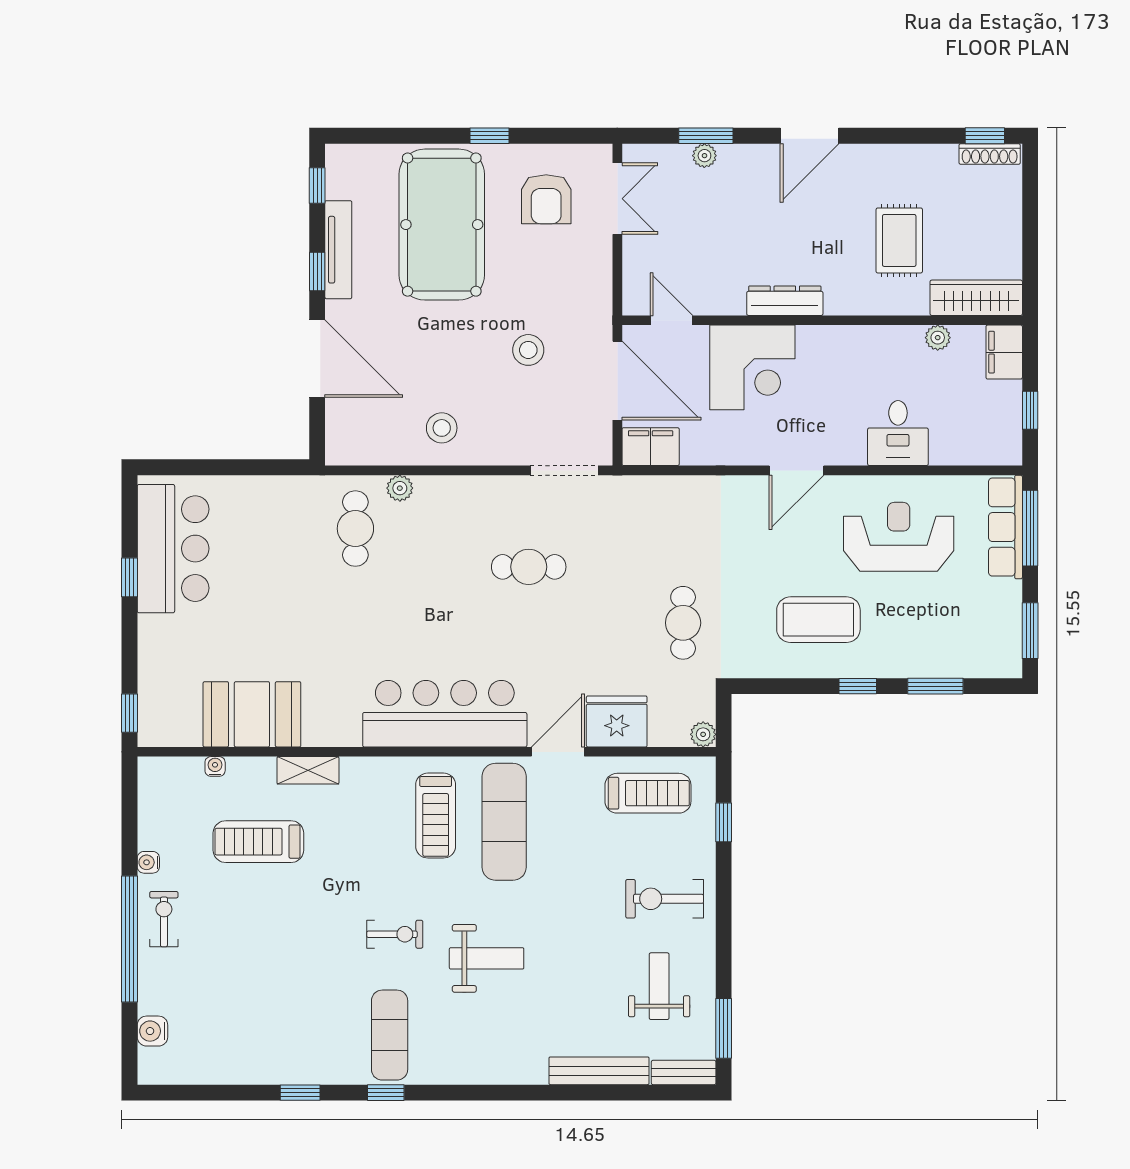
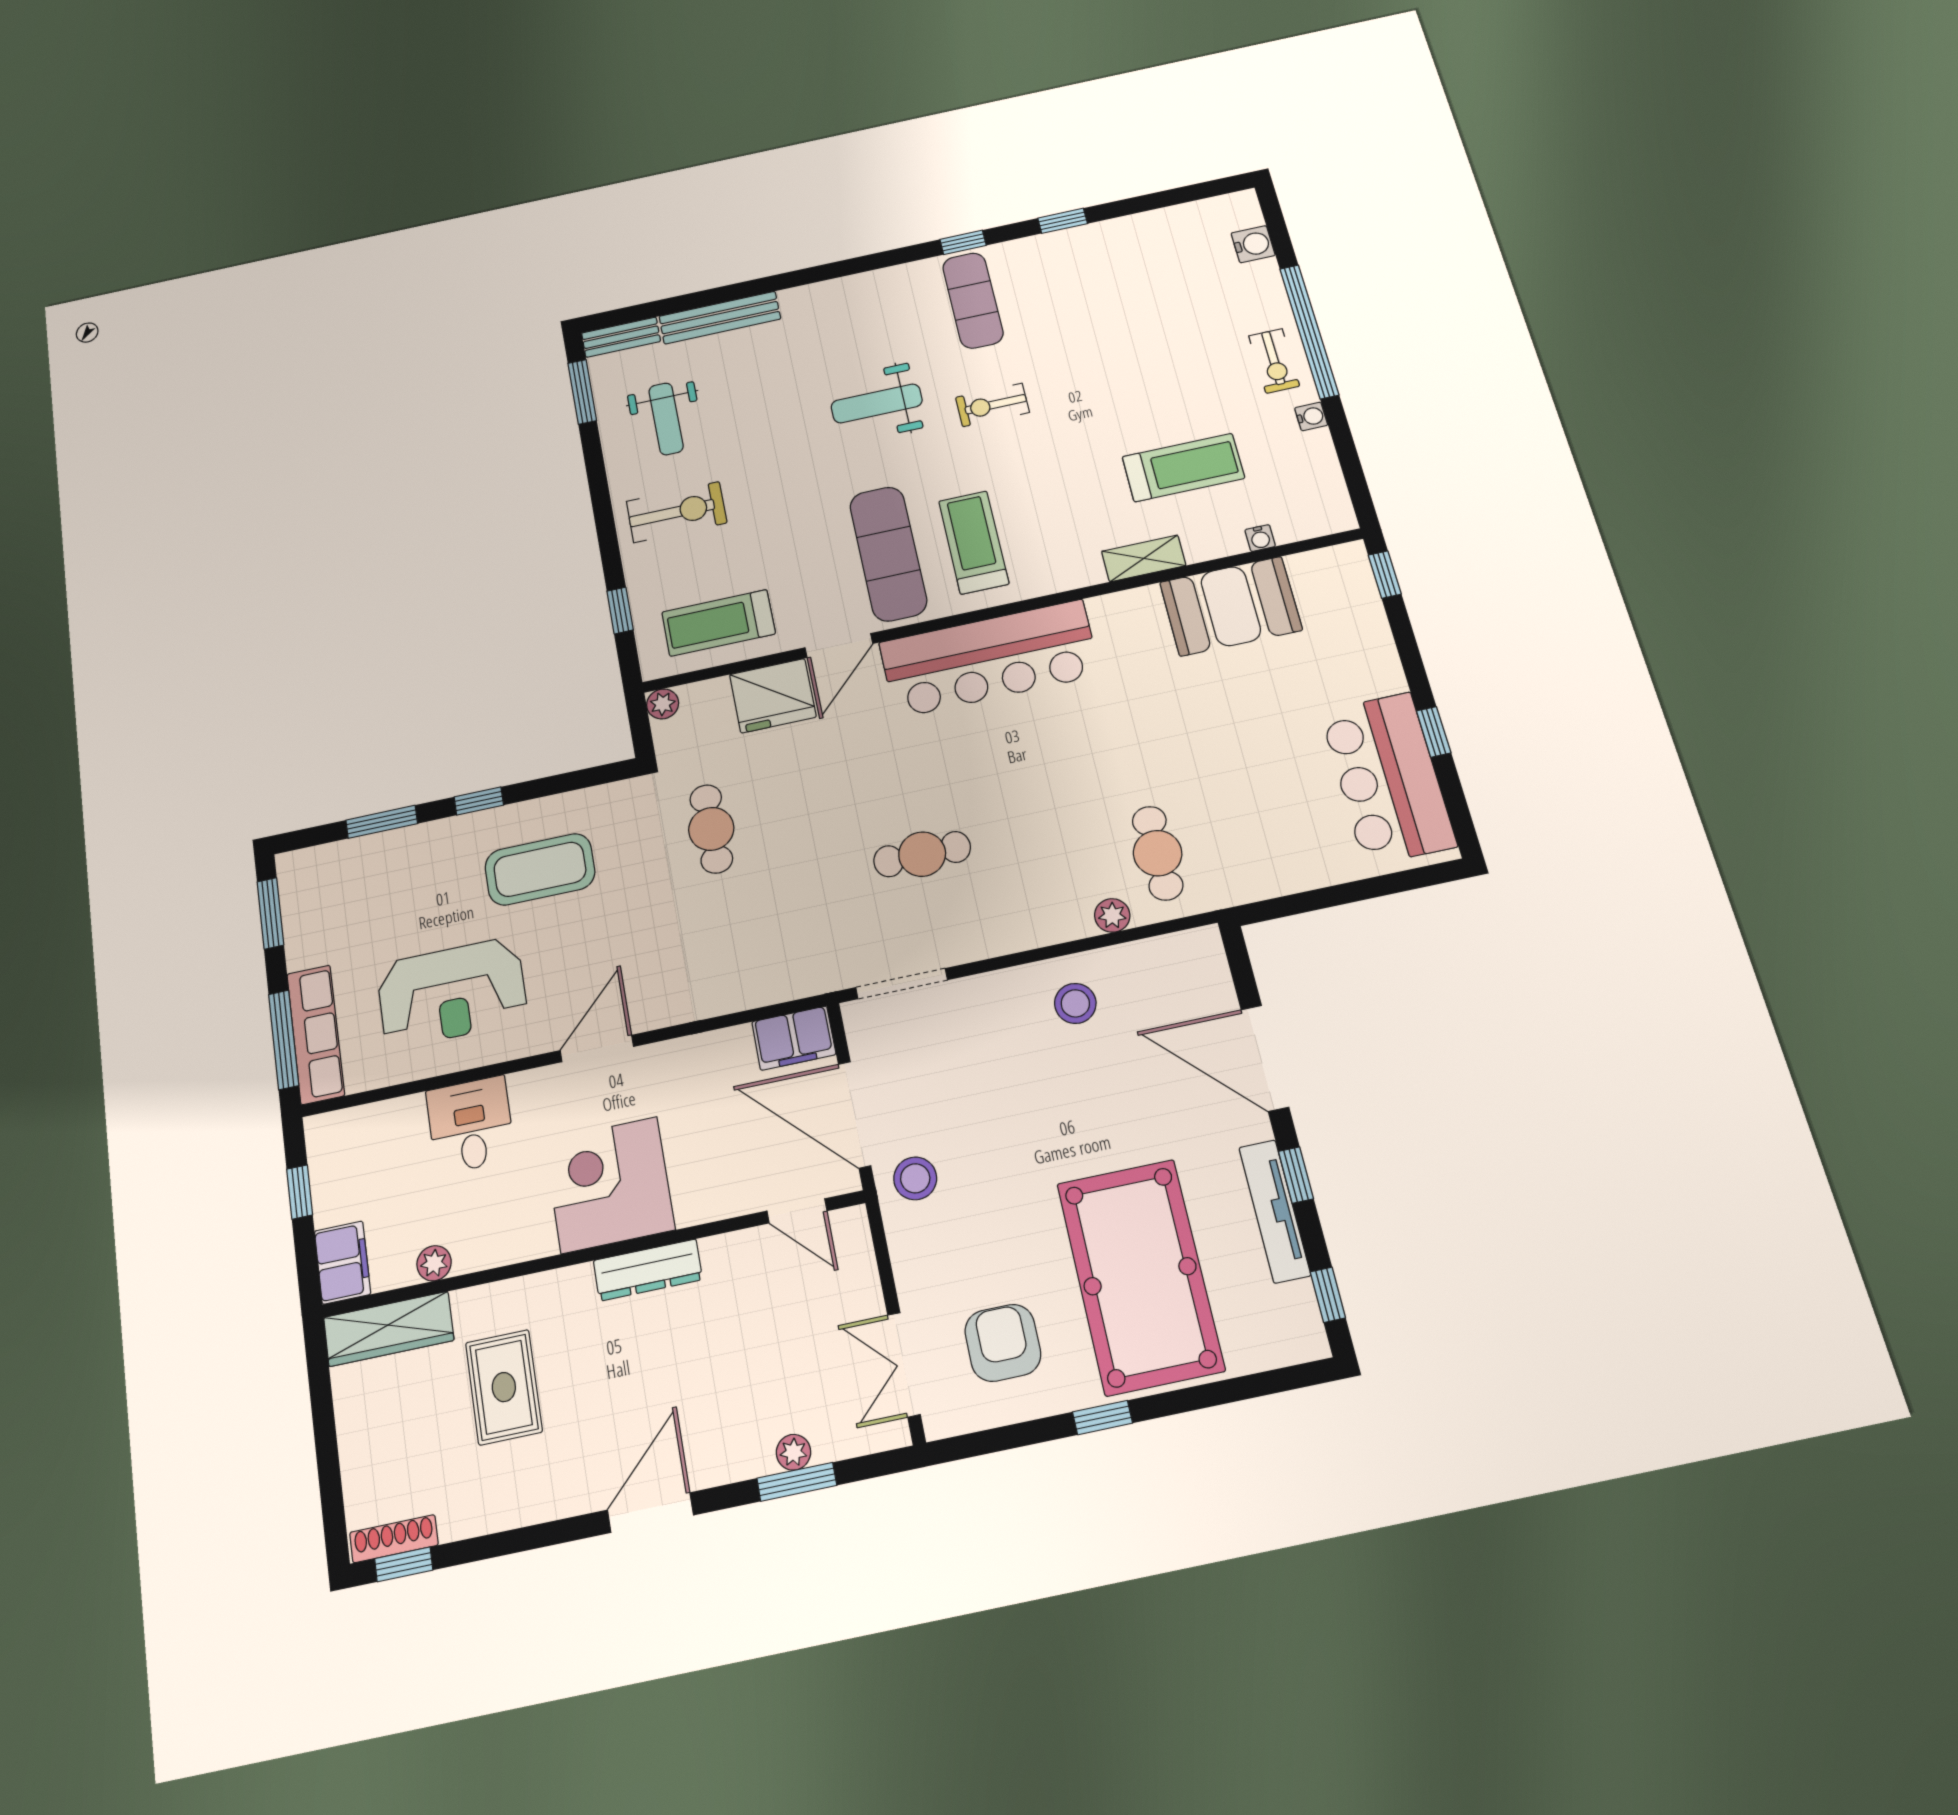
stool: (528, 350) -> (915, 1178), moved
corner desk: (752, 367) -> (609, 1185), moved

